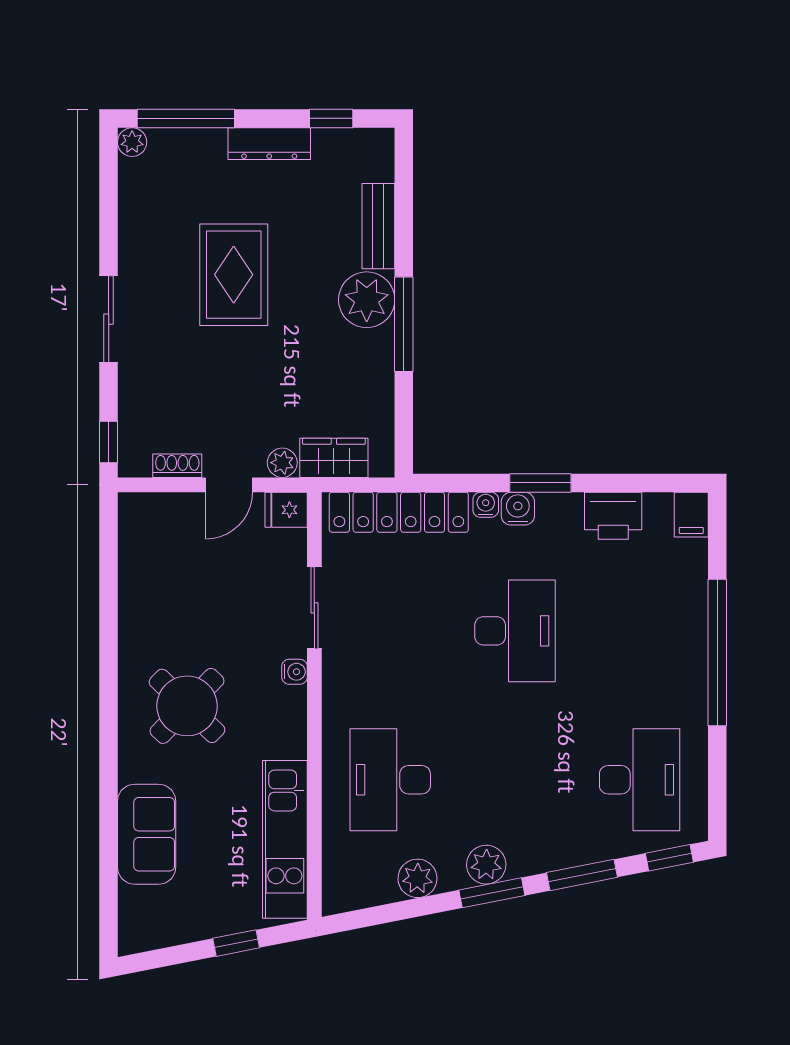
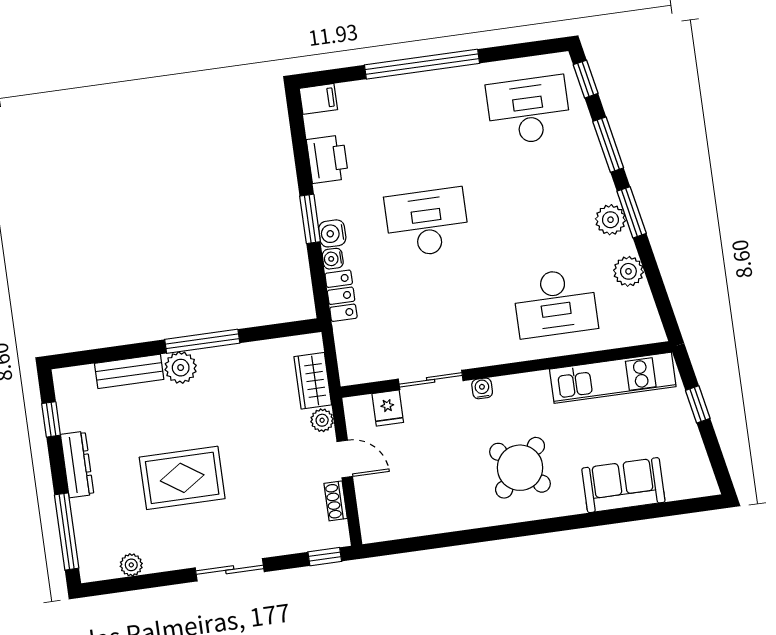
plant: (132, 142) -> (131, 565), moved
plant: (367, 300) -> (181, 368), width x0.73, depth x0.73
fridge: (286, 510) -> (388, 408), moved
locker: (399, 512) -> (341, 296), width x0.46, depth x0.83

